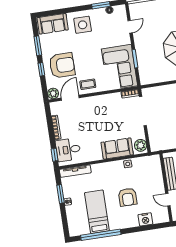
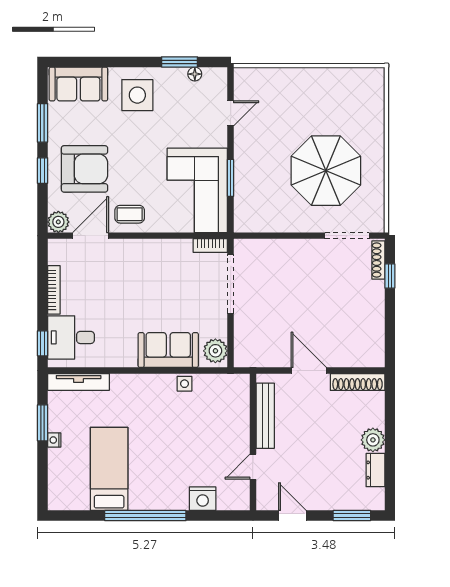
armchair: (128, 197) -> (174, 449), removed
door: (168, 200) -> (253, 467), hinge flipped
window: (101, 235) -> (145, 516), moved

